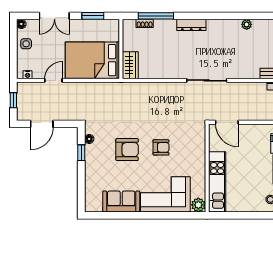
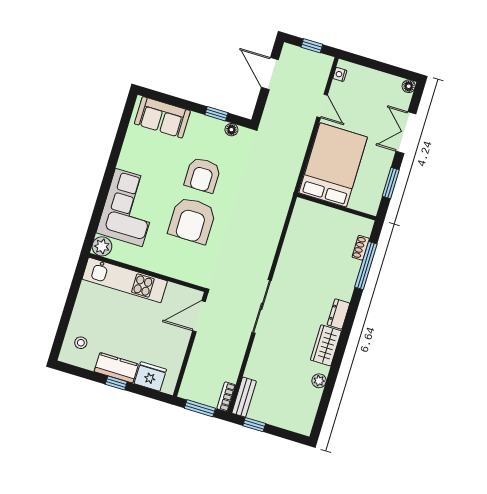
dresser: (191, 25) -> (338, 314), width x0.70
side table: (26, 44) -> (381, 85), removed
wardrobe: (130, 65) -> (326, 345), moved, turned 90
armchair: (161, 147) -> (192, 220), width x1.88, depth x1.88
sofa: (121, 201) -> (162, 117), moved, turned 90

